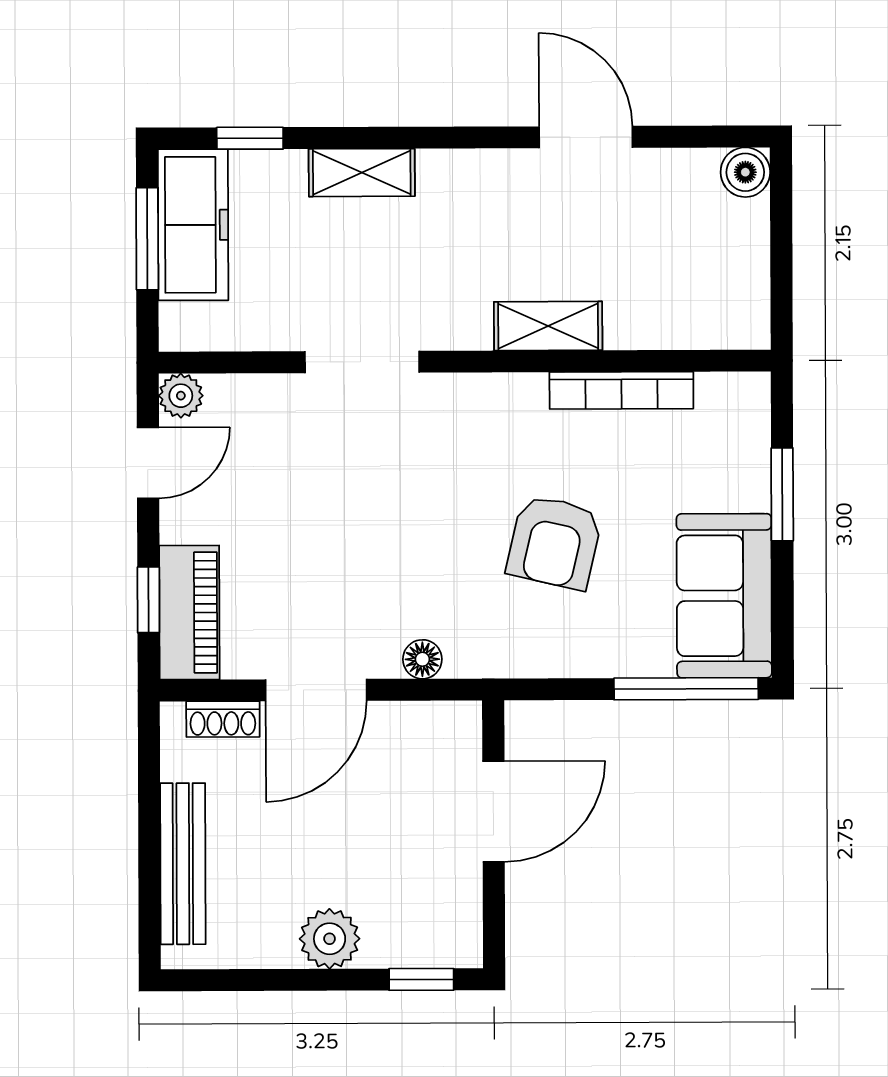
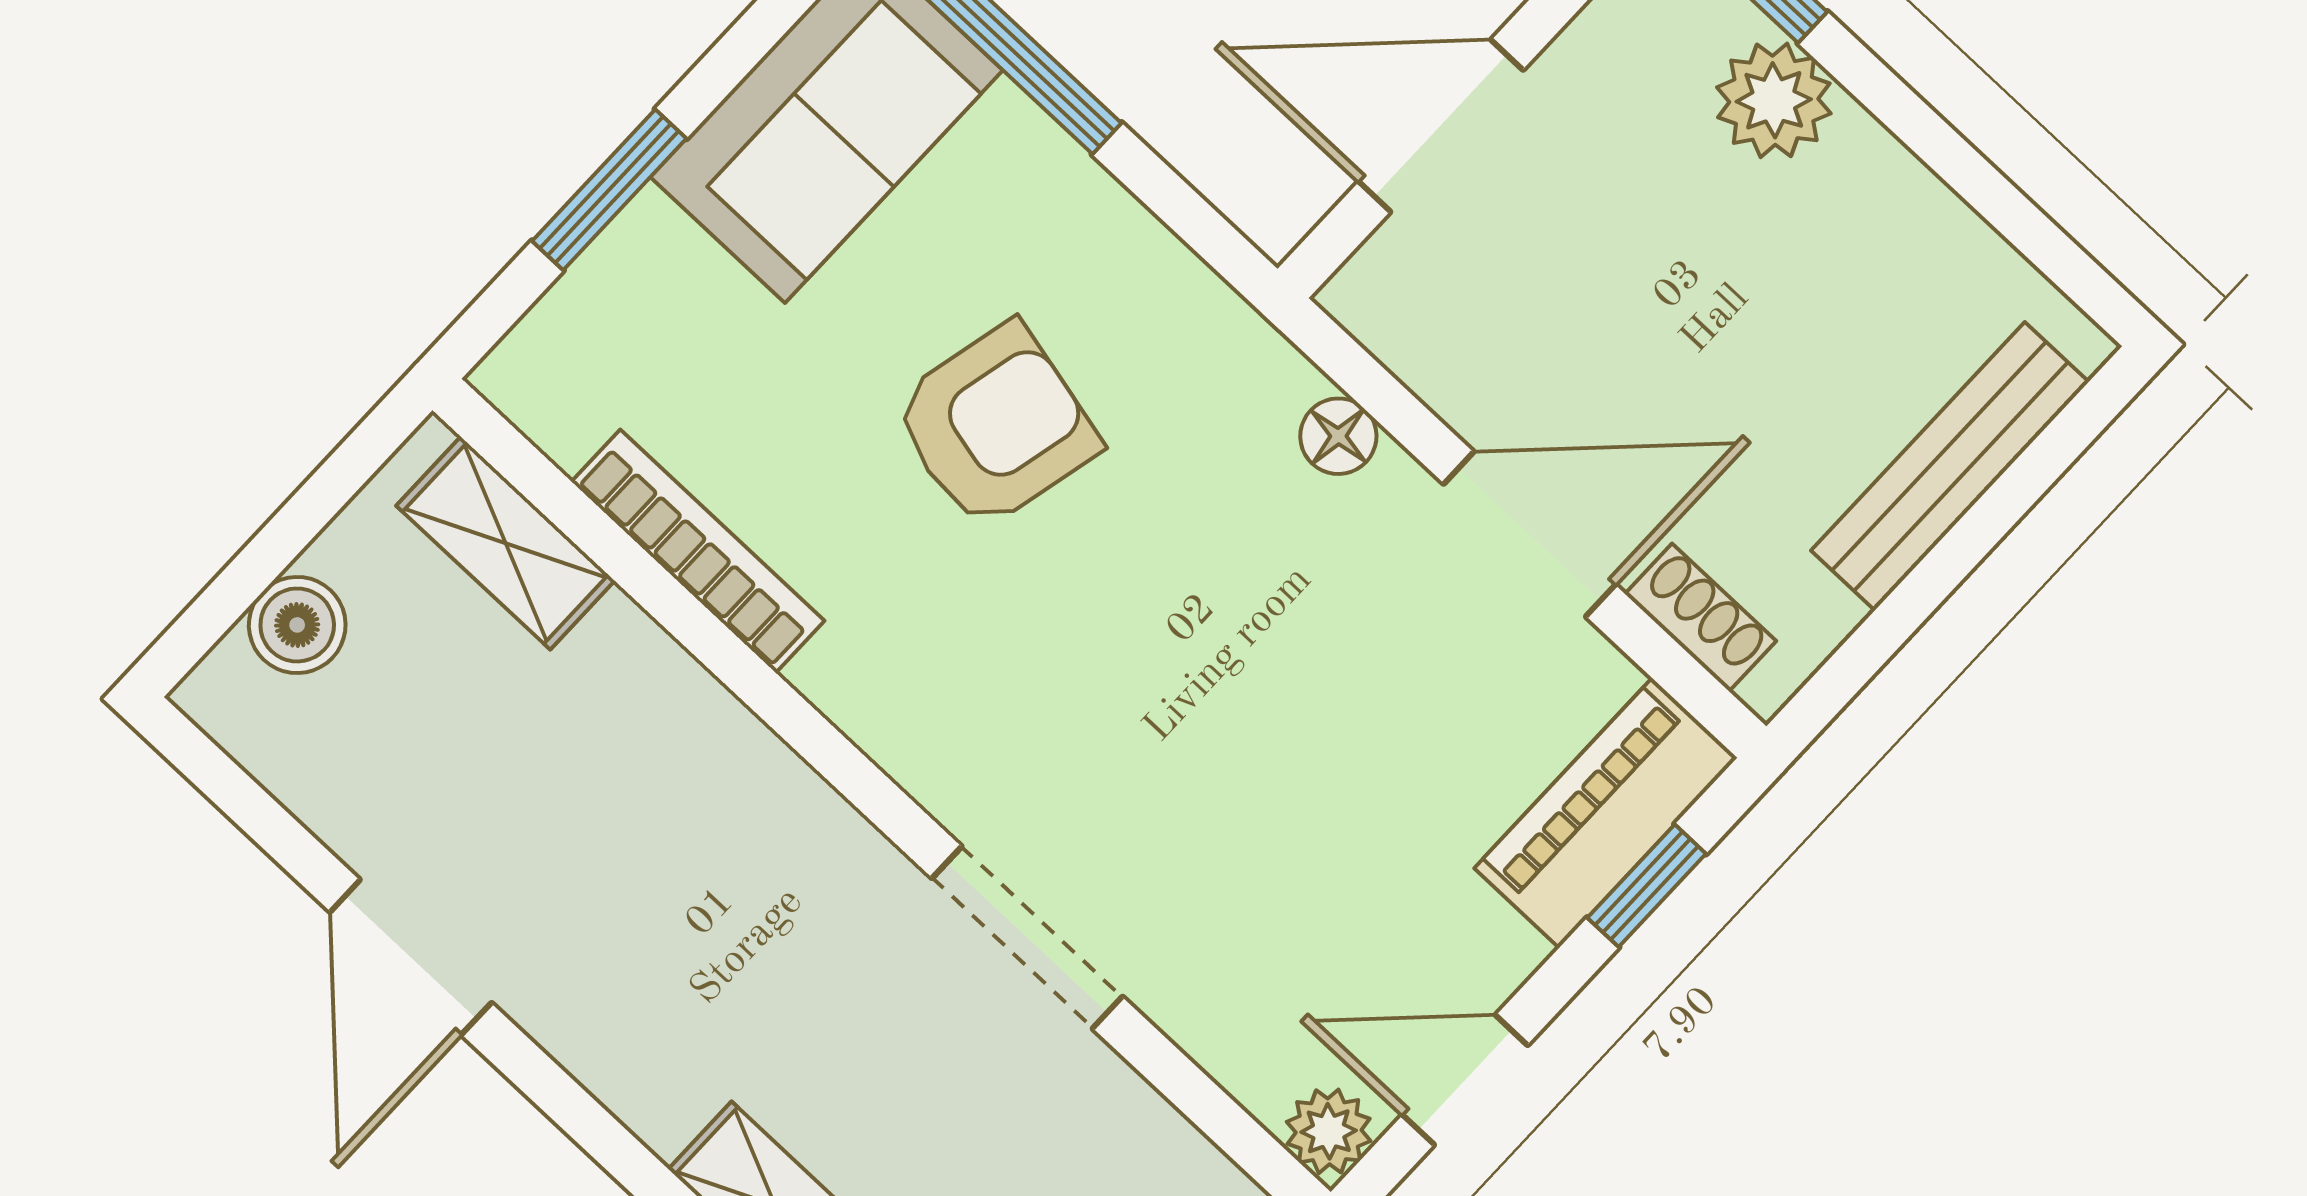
boiler: (745, 172) -> (297, 625), moved
shelving: (548, 326) -> (505, 543), moved
plant: (330, 939) -> (1774, 100), moved

